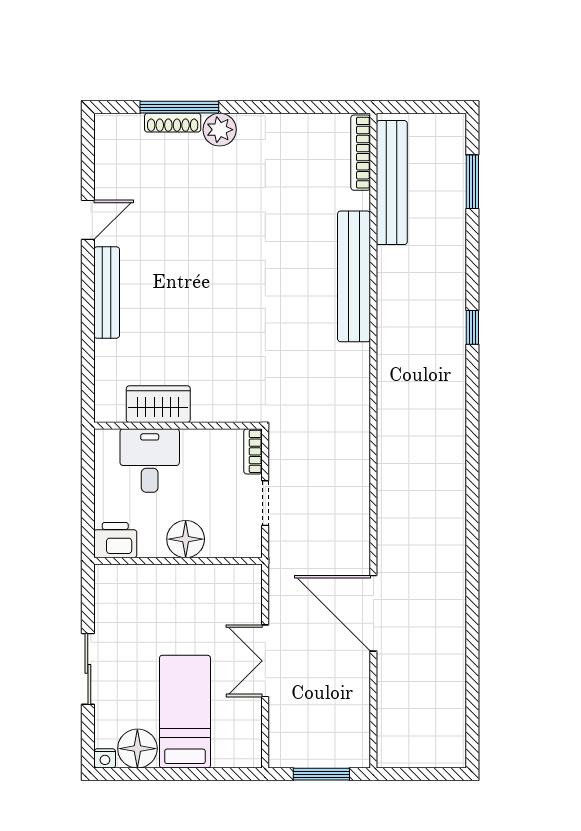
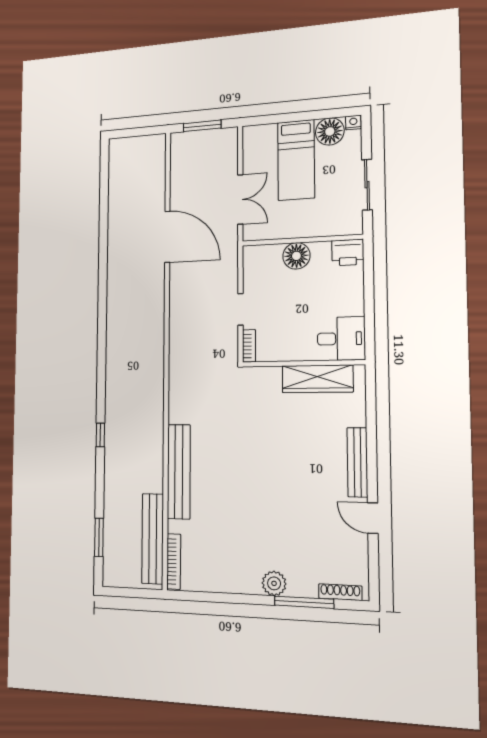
shoe rack: (173, 123) -> (340, 592), moved
door: (88, 220) -> (373, 518), hinge flipped
wardrobe: (158, 404) -> (318, 379), width x1.50
desk: (150, 461) -> (341, 339), moved, turned -90
floor lamp: (186, 539) -> (296, 256), moved
printer: (115, 540) -> (348, 252), moved
wall: (178, 561) -> (302, 240), moved

